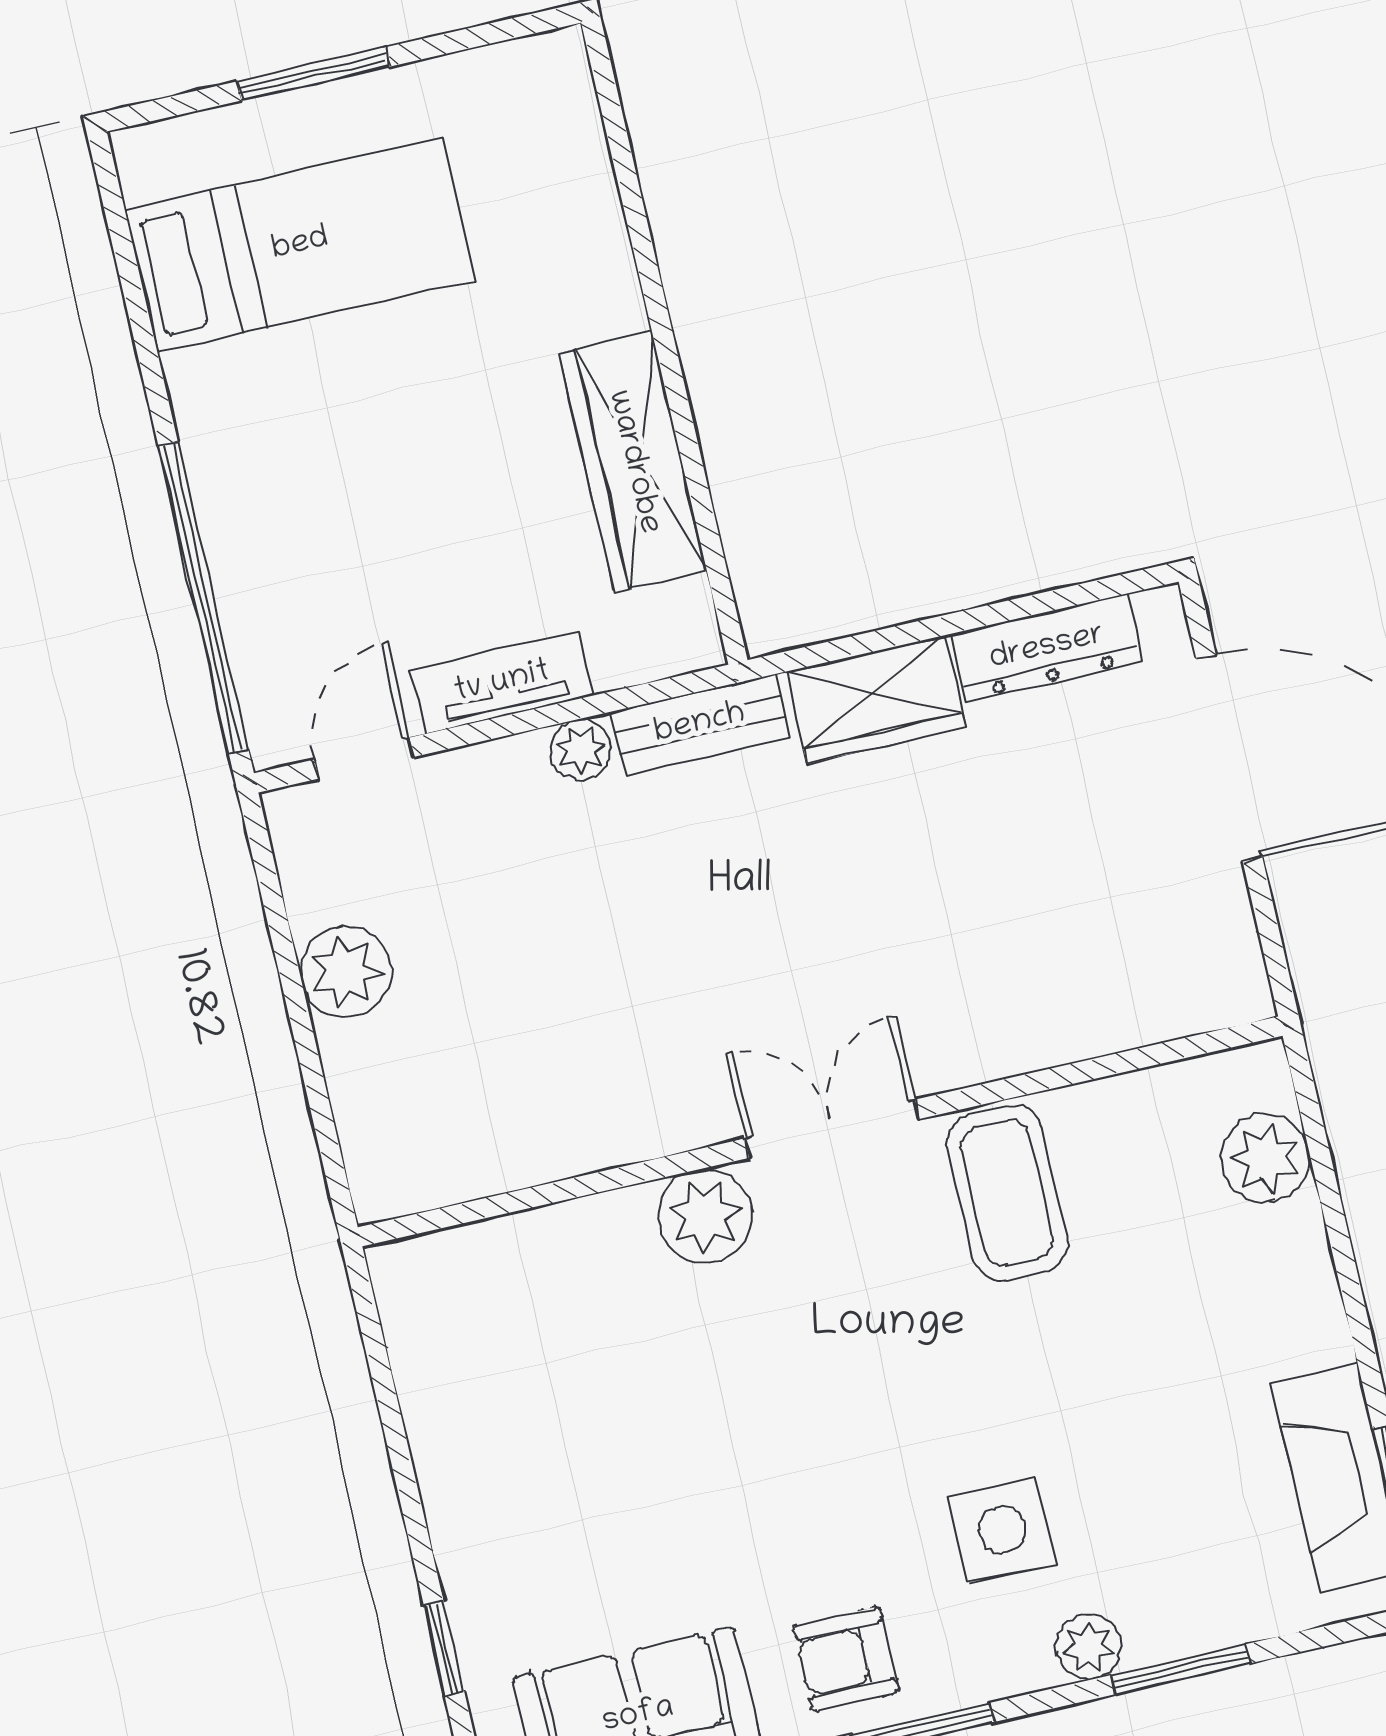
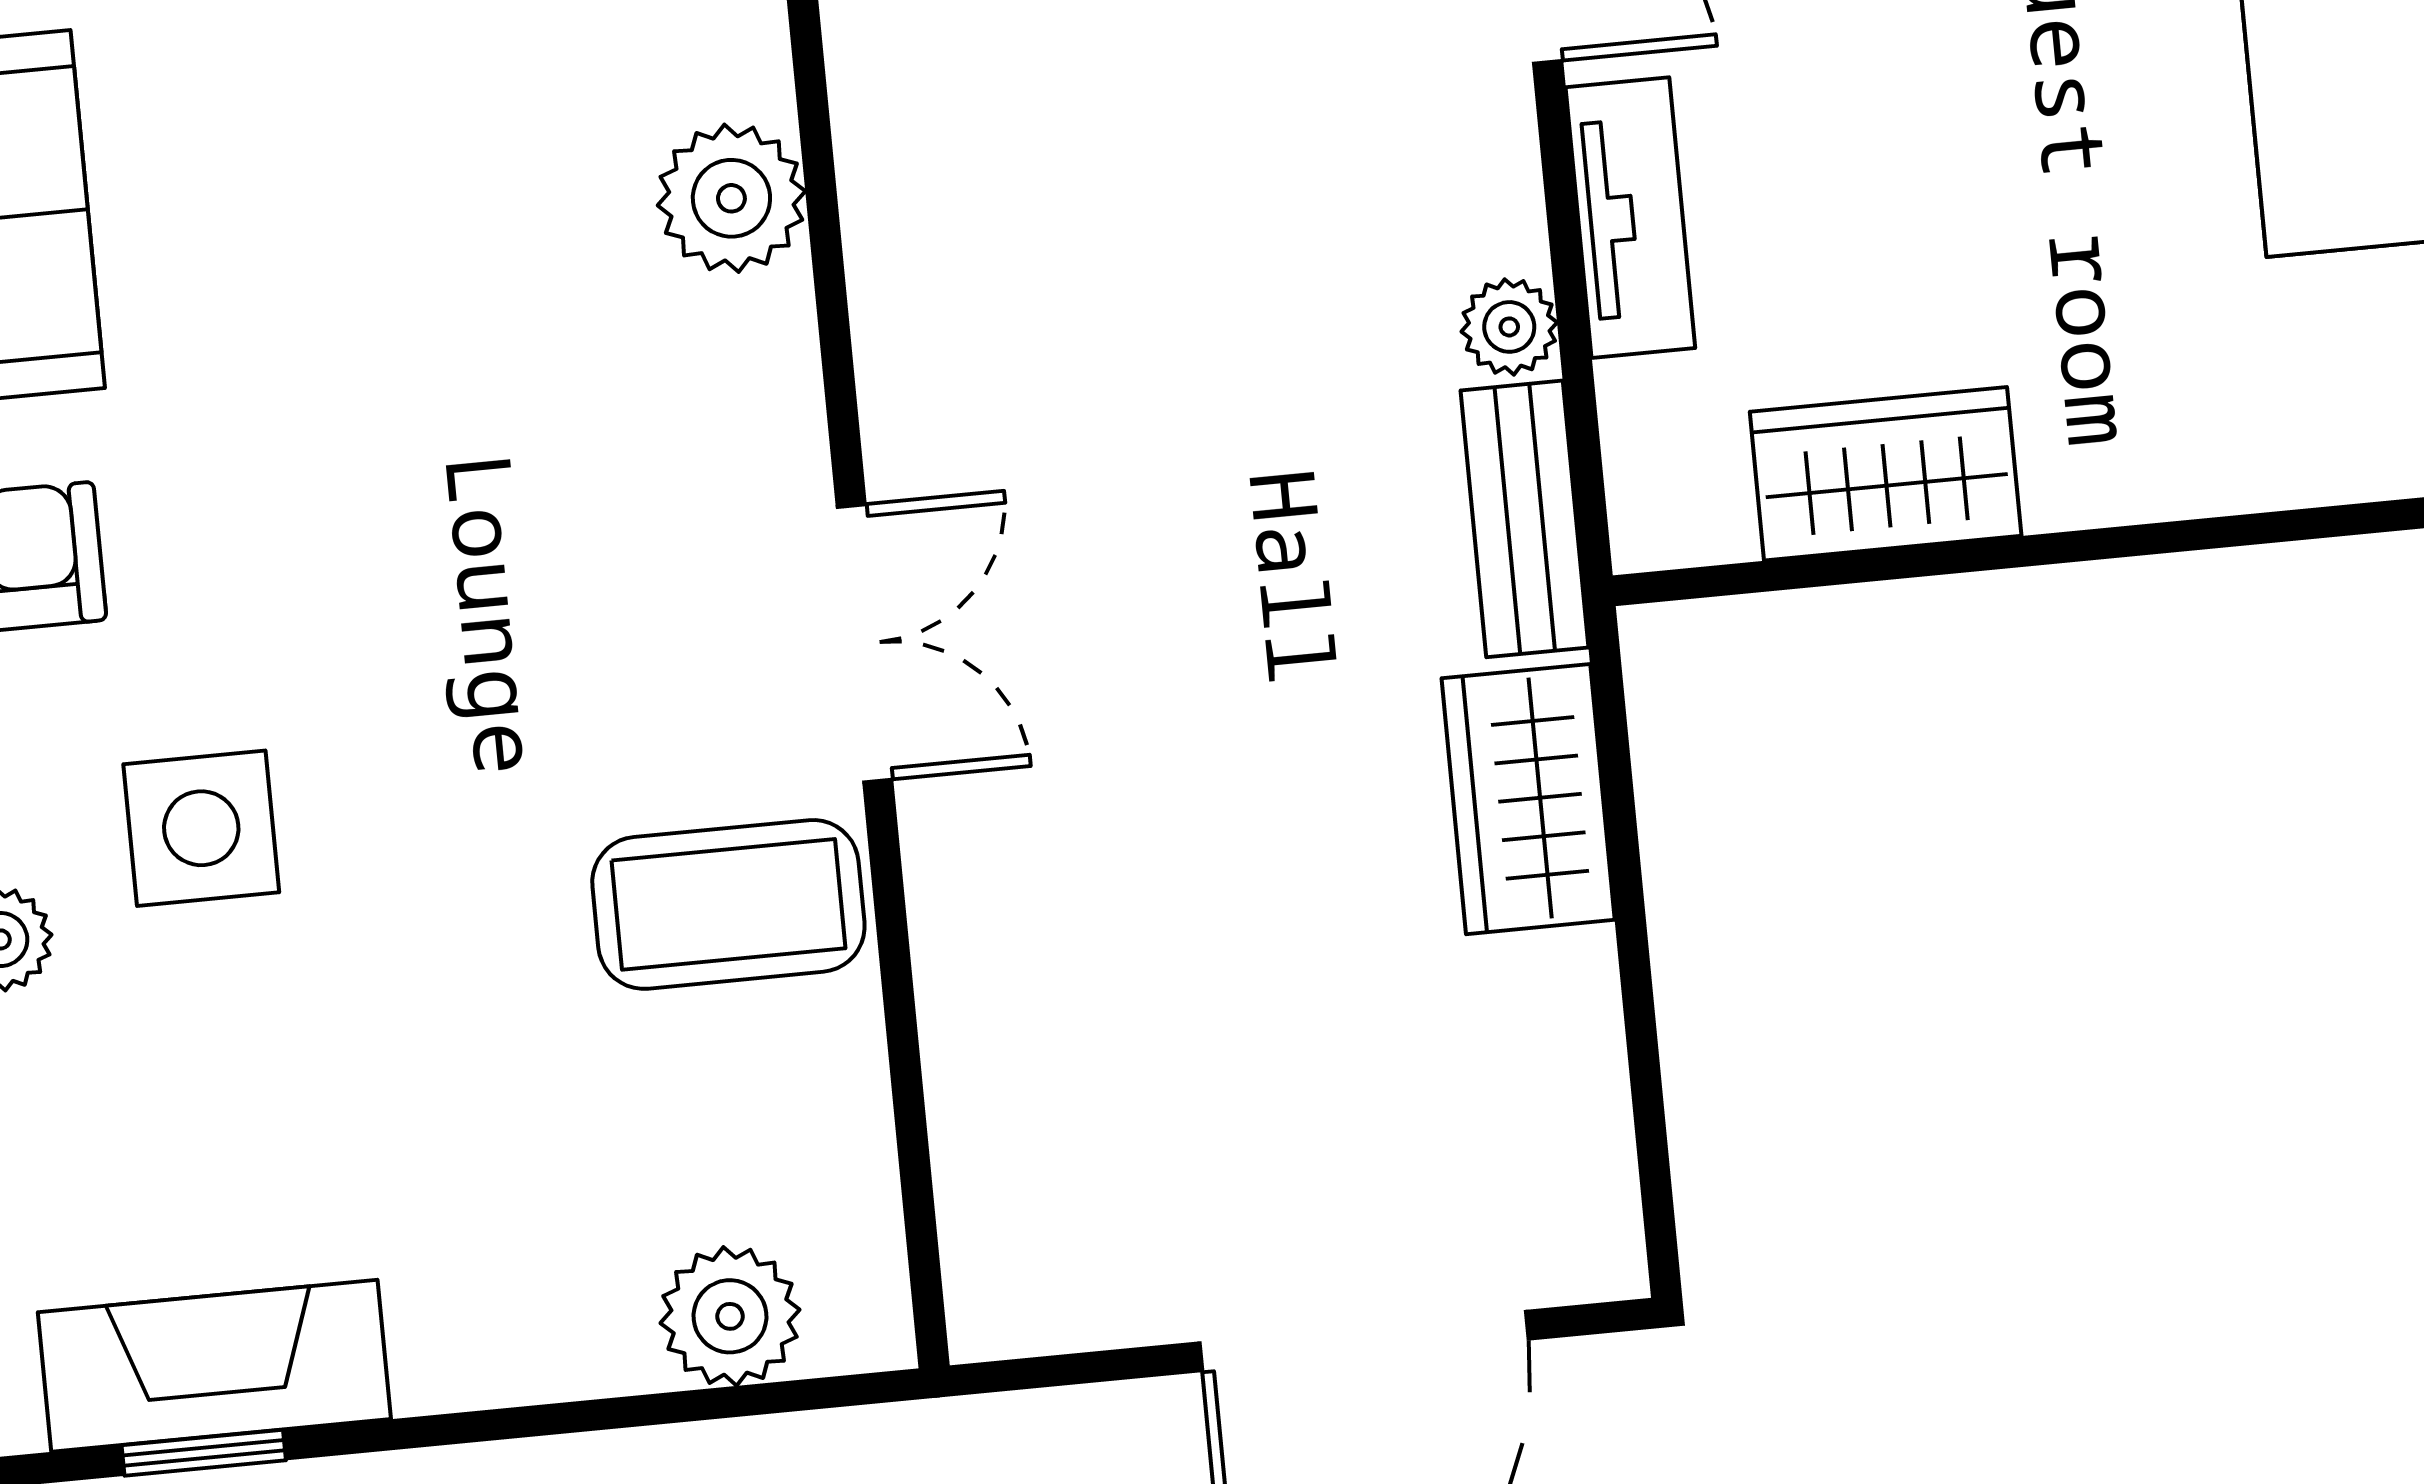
wardrobe: (633, 462) -> (1886, 474), width x0.67
dresser: (1047, 648) -> (1574, 1078), removed
plant: (705, 1216) -> (731, 198), moved

